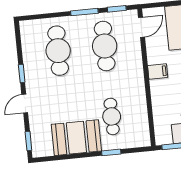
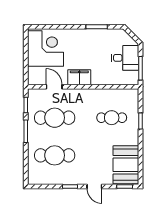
door: (141, 27) -> (54, 87), moved
filing cabinet: (158, 71) -> (79, 77), width x2.00
booth: (76, 138) -> (126, 165), moved

